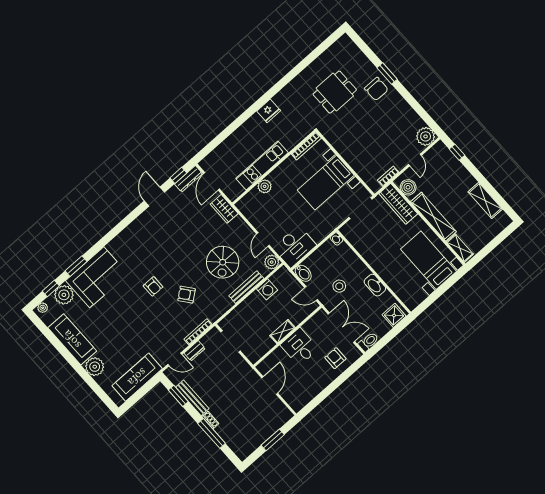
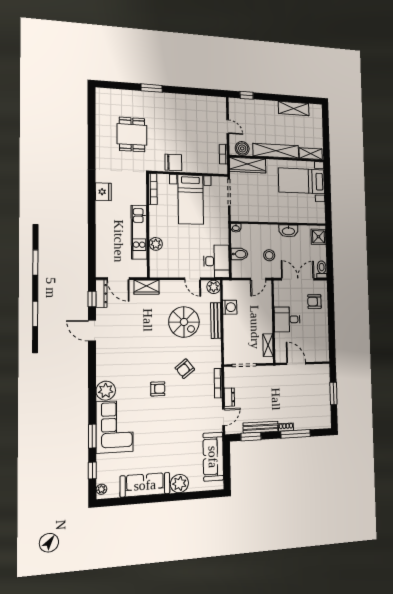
chair: (376, 89) -> (173, 162), moved
plant: (426, 136) -> (218, 105), removed
bidet: (303, 273) -> (239, 254), moved
plant: (64, 295) -> (106, 391), moved
shelving: (282, 332) -> (268, 345), moved

